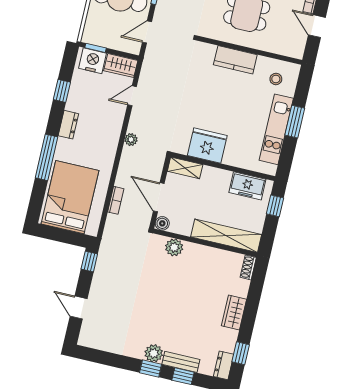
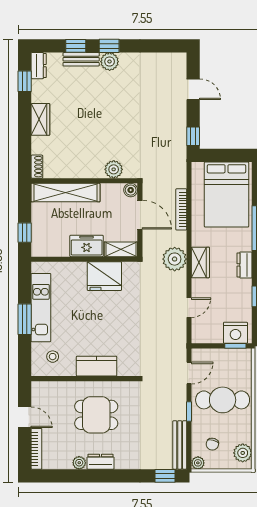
wardrobe: (121, 66) -> (200, 262), moved, turned 90
plant: (131, 140) -> (175, 259), width x1.87, depth x1.87
freezer: (247, 186) -> (87, 246), moved
bookcase: (116, 200) -> (181, 209), width x1.56

